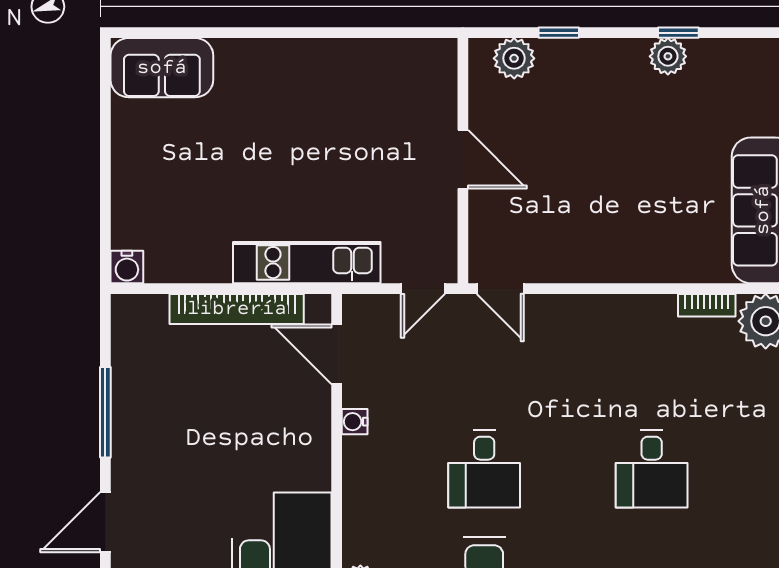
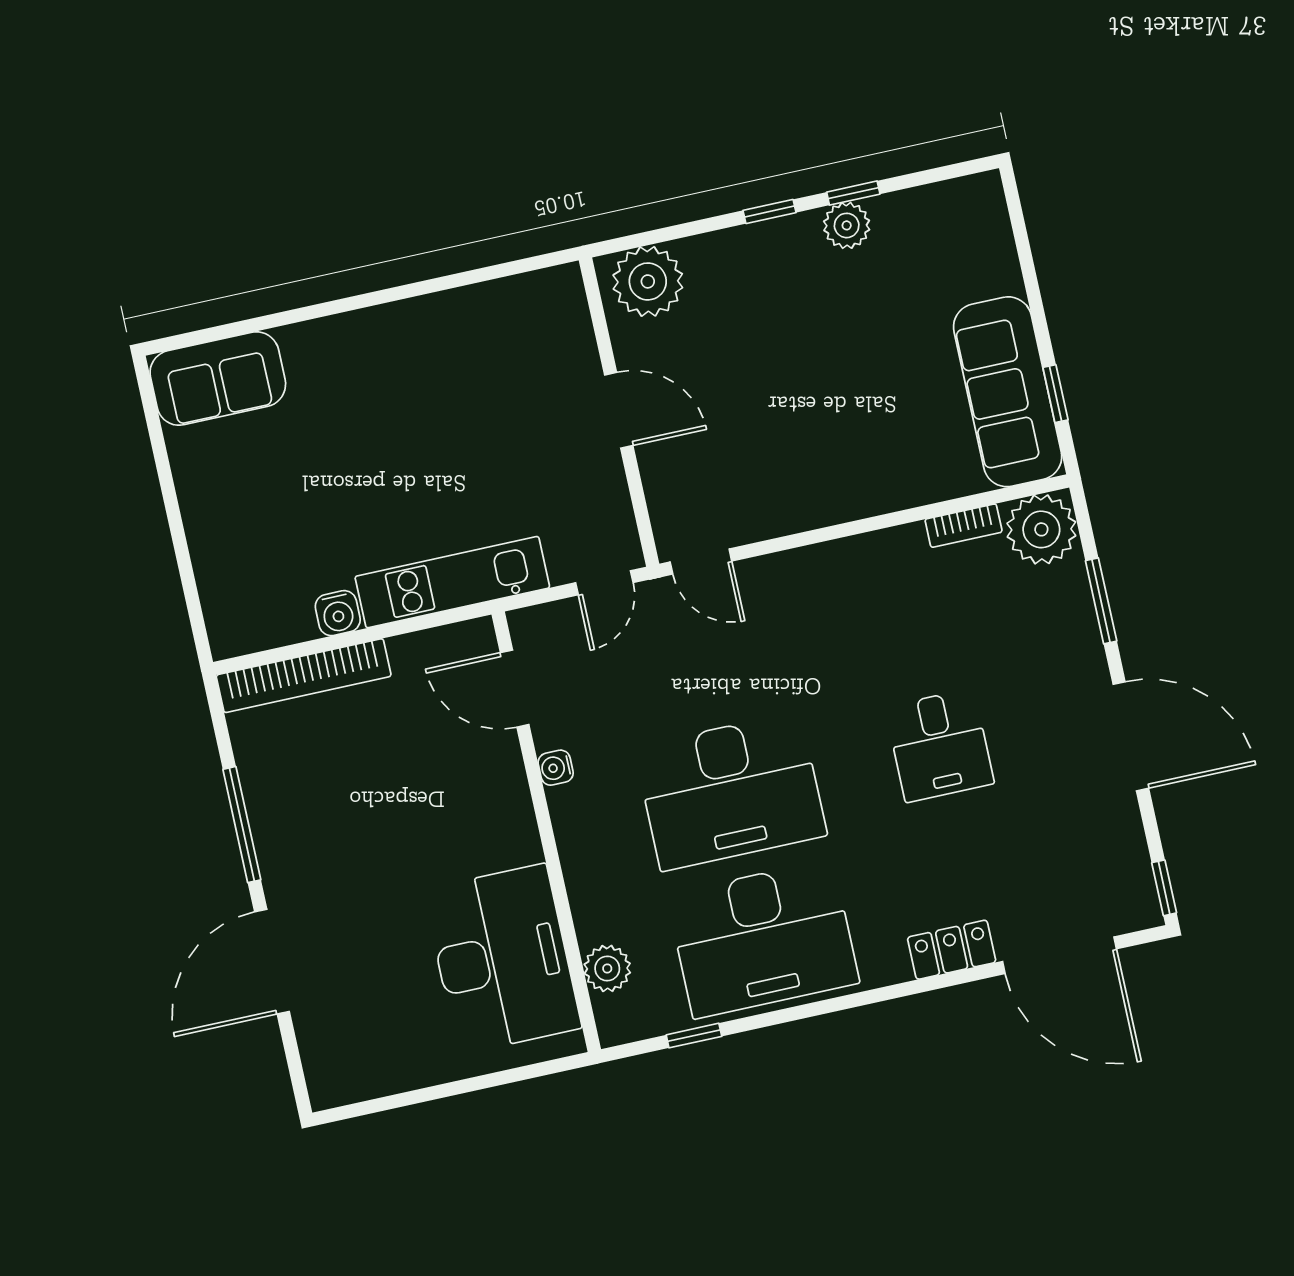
window: (559, 33) -> (770, 212), moved
plant: (514, 58) -> (648, 281), width x1.36, depth x1.36
water cooler: (127, 267) -> (338, 613), moved
bookcase: (237, 309) -> (304, 676), moved
desk: (484, 469) -> (731, 791), width x1.87, depth x1.30
door: (105, 522) -> (272, 962), width x1.36

